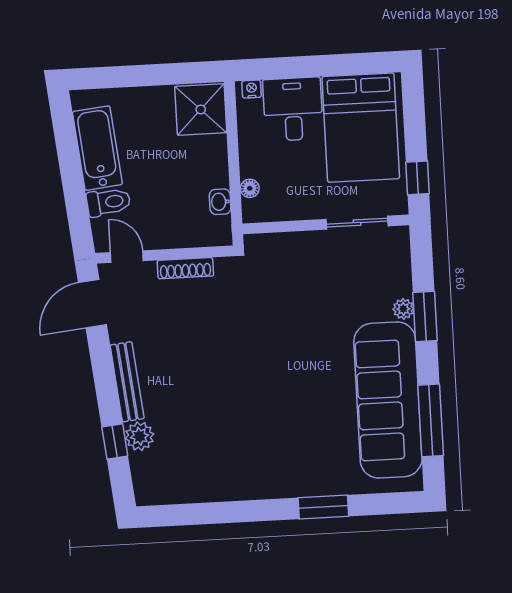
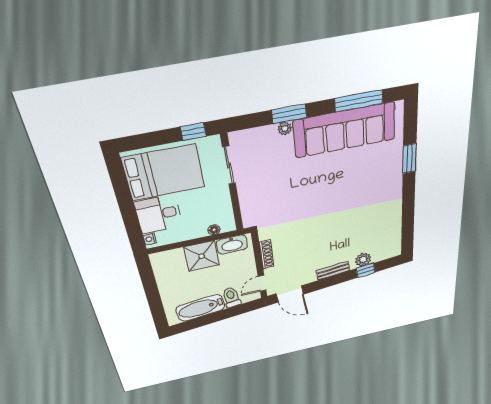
shower: (201, 109) -> (202, 256), moved
washbasin: (220, 202) -> (232, 245), width x1.91, depth x1.45
bench: (127, 382) -> (333, 271), width x0.73

